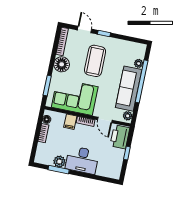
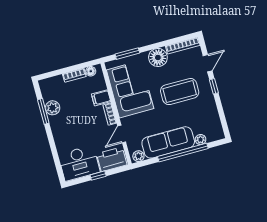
desk: (82, 160) -> (79, 163), moved, turned -90

